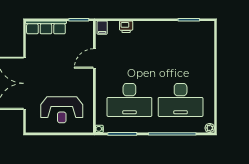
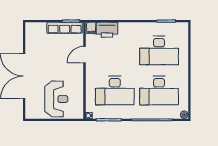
row of seats: (46, 27) -> (65, 28), moved
printer: (126, 27) -> (107, 30), width x1.87, depth x1.48
desk: (181, 54) -> (159, 50), added
reception desk: (62, 110) -> (56, 99), turned -90

